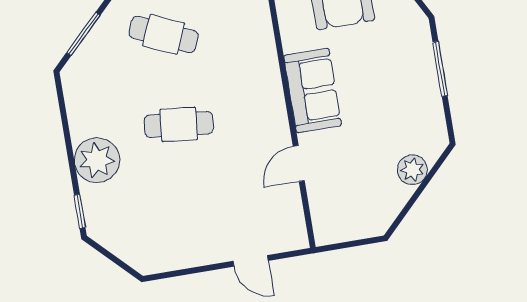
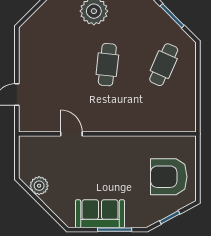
sofa: (313, 91) -> (100, 214), moved, turned 180
plant: (412, 170) -> (39, 186), moved

